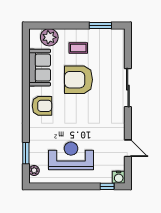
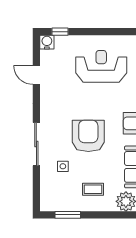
side table: (105, 68) -> (63, 166), added
armchair: (78, 80) -> (88, 136), moved, turned -90
reception desk: (71, 156) -> (101, 66), turned 180

